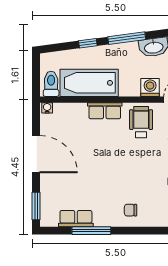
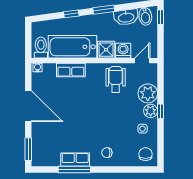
window: (127, 38) -> (104, 10), width x0.69
shower: (130, 86) -> (106, 50), added
row of seats: (105, 111) -> (71, 70), moved
row of seats: (76, 219) -> (75, 160), moved

